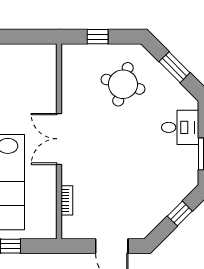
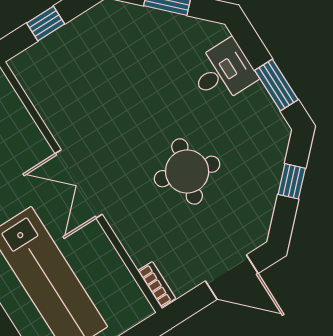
round table: (123, 84) -> (187, 171), moved
bookcase: (67, 200) -> (157, 285), moved

